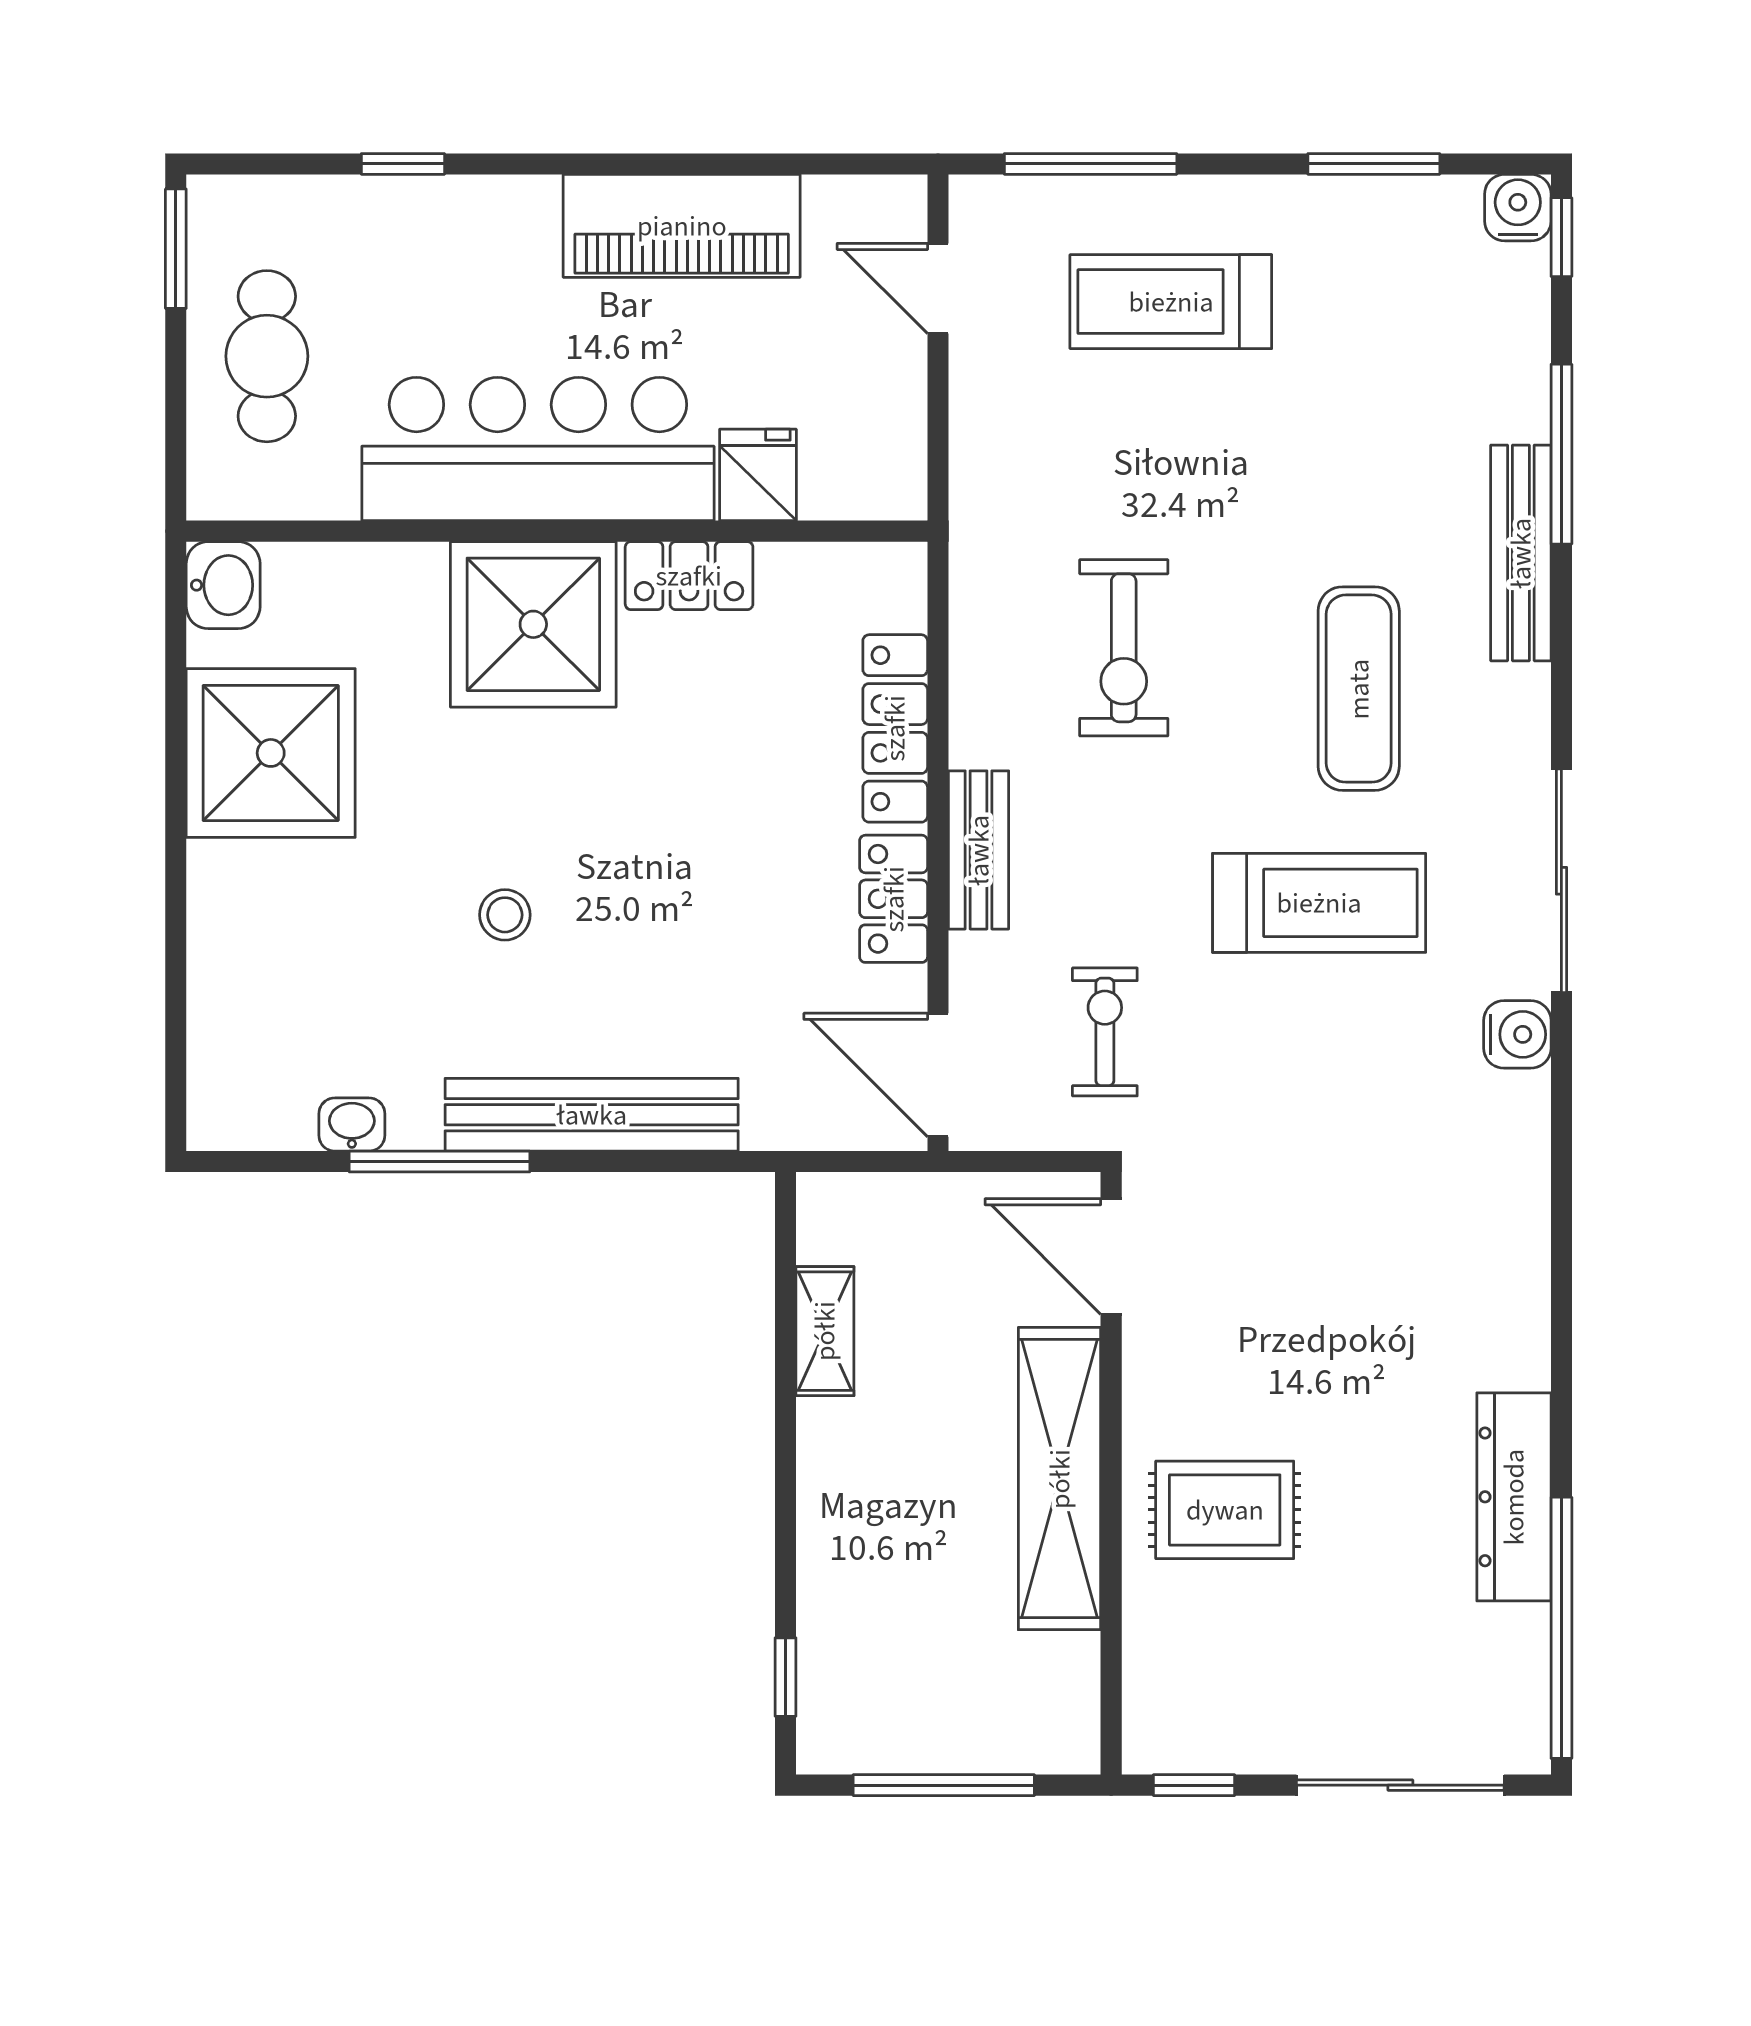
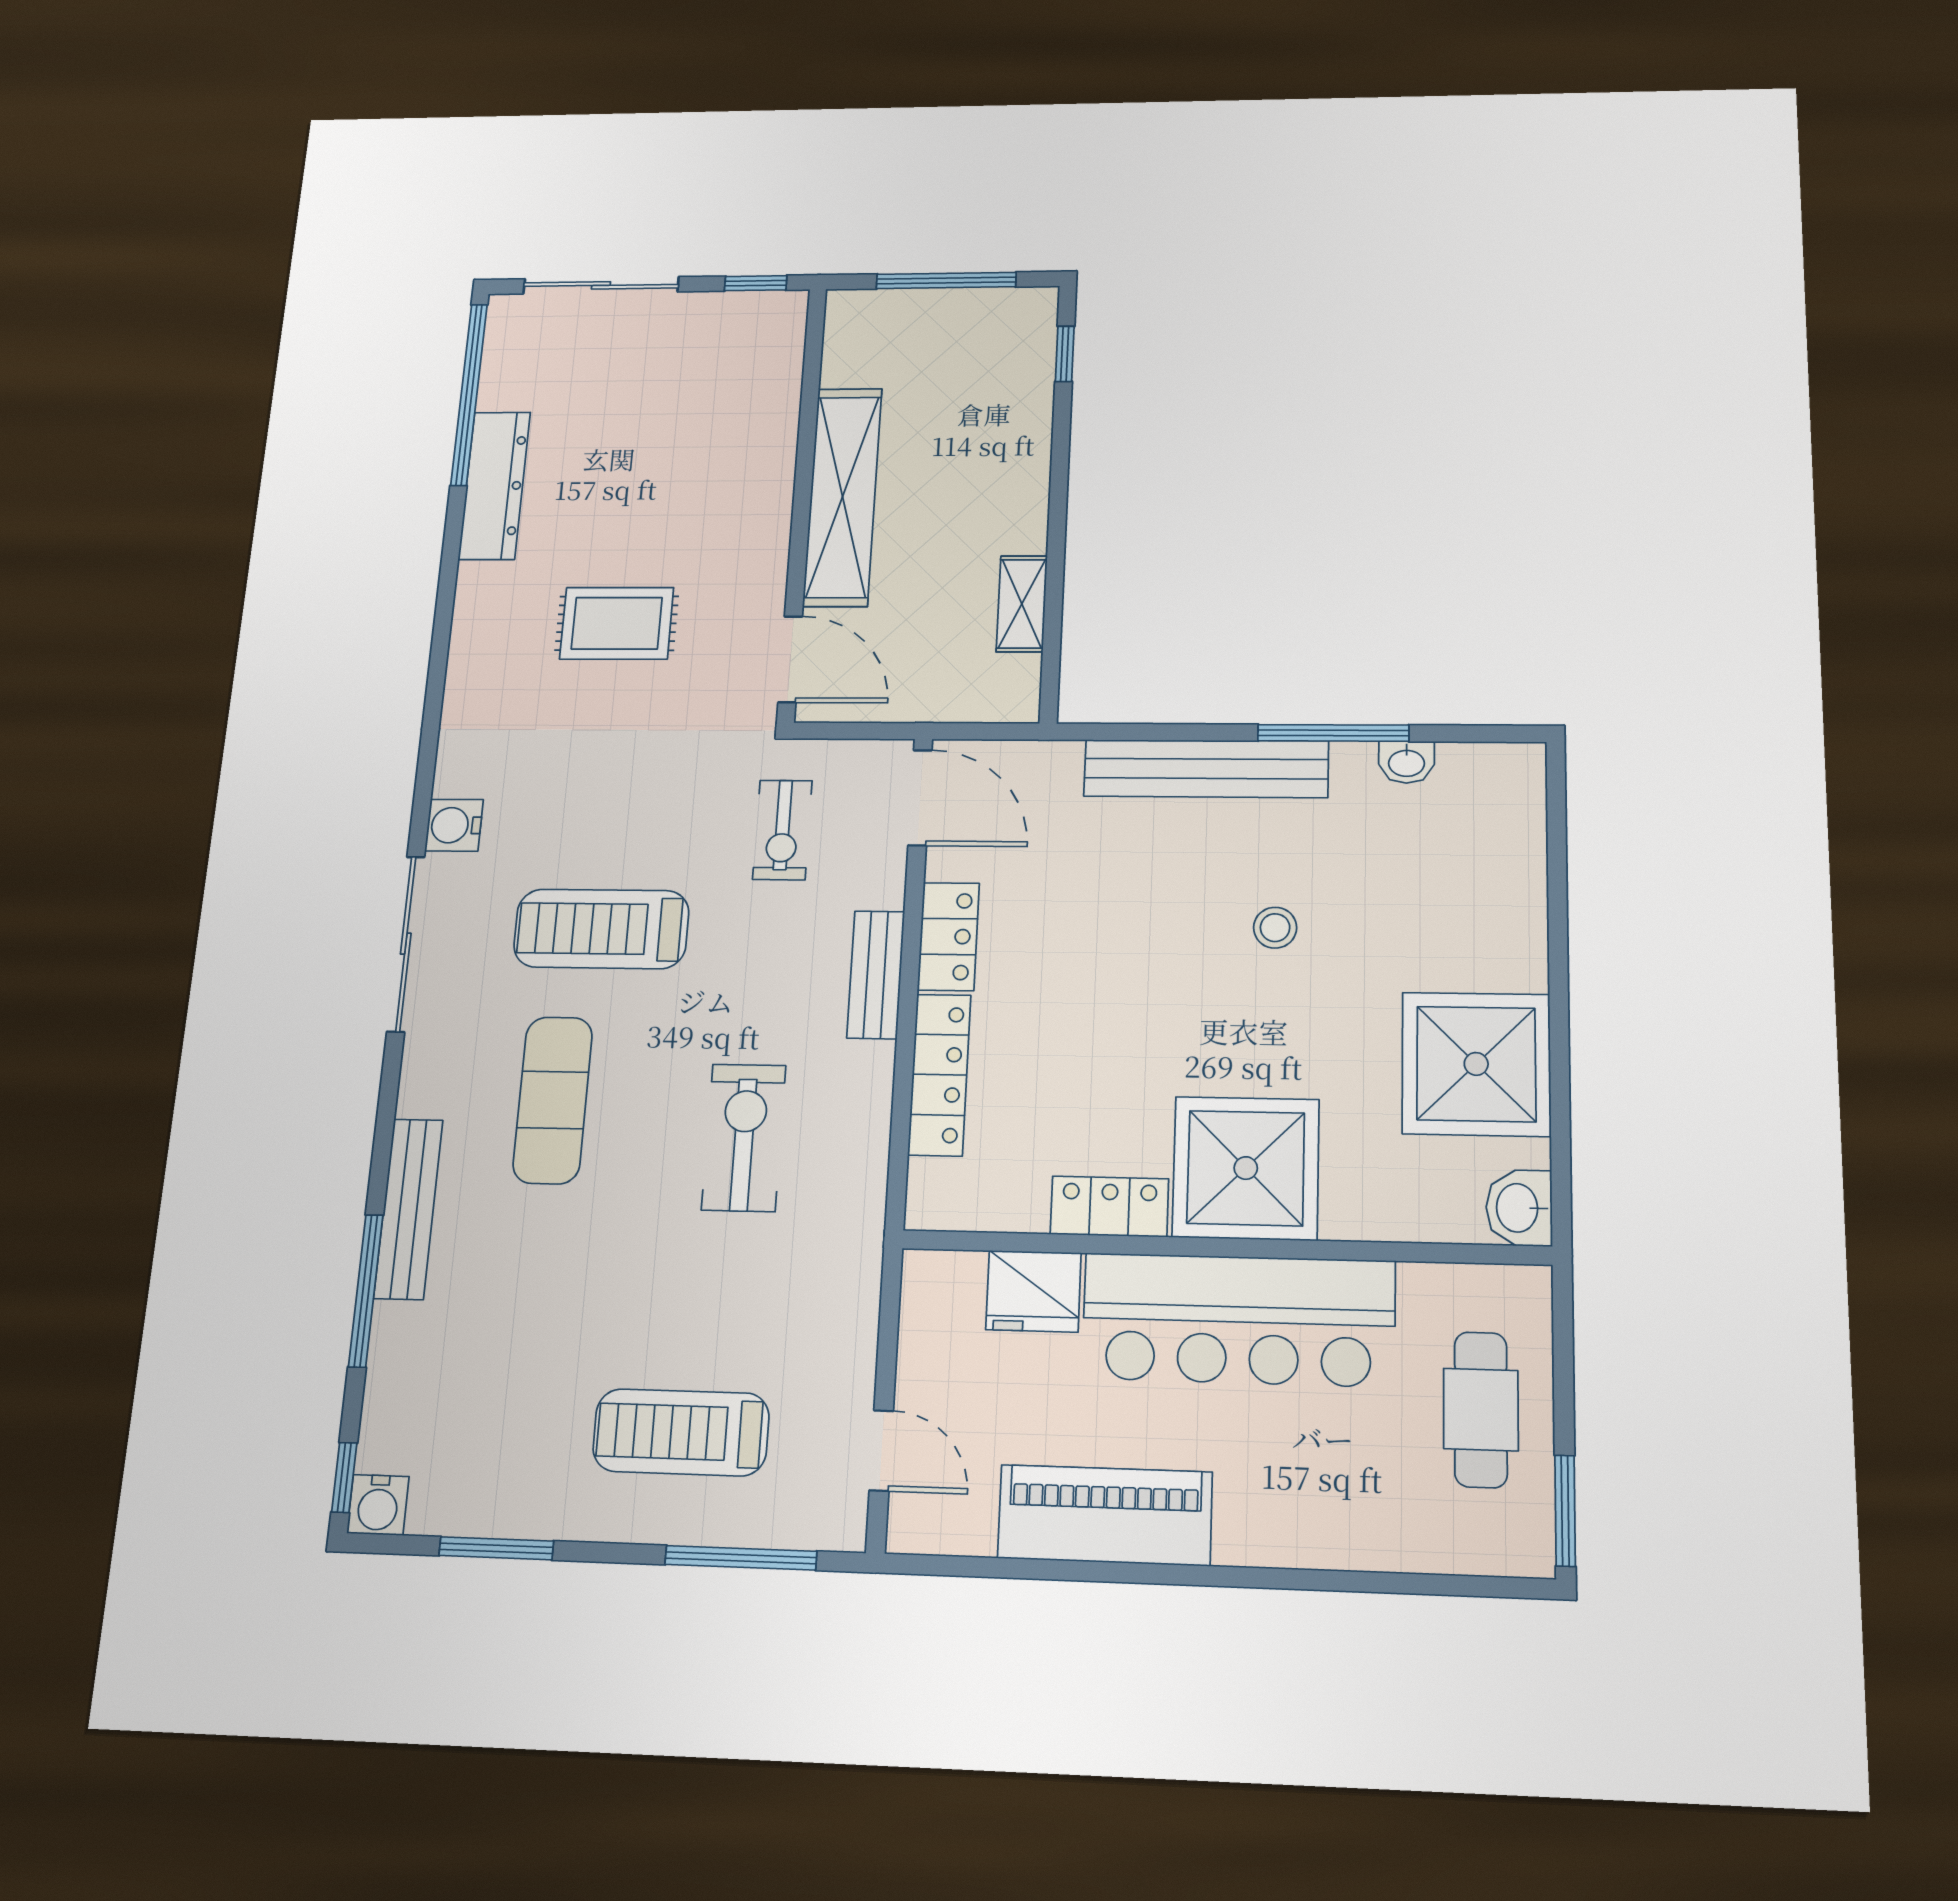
window: (403, 164) -> (1356, 1582), removed
treadmill: (1171, 302) -> (681, 1432), turned 180
fridge: (758, 475) -> (1034, 1291), width x1.38
rug: (1225, 1510) -> (617, 623), moved

